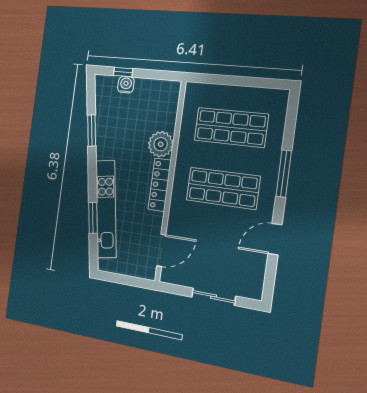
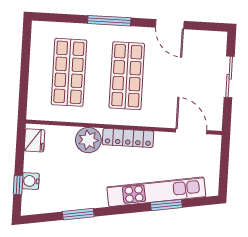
fridge: (165, 89) -> (34, 140), added

